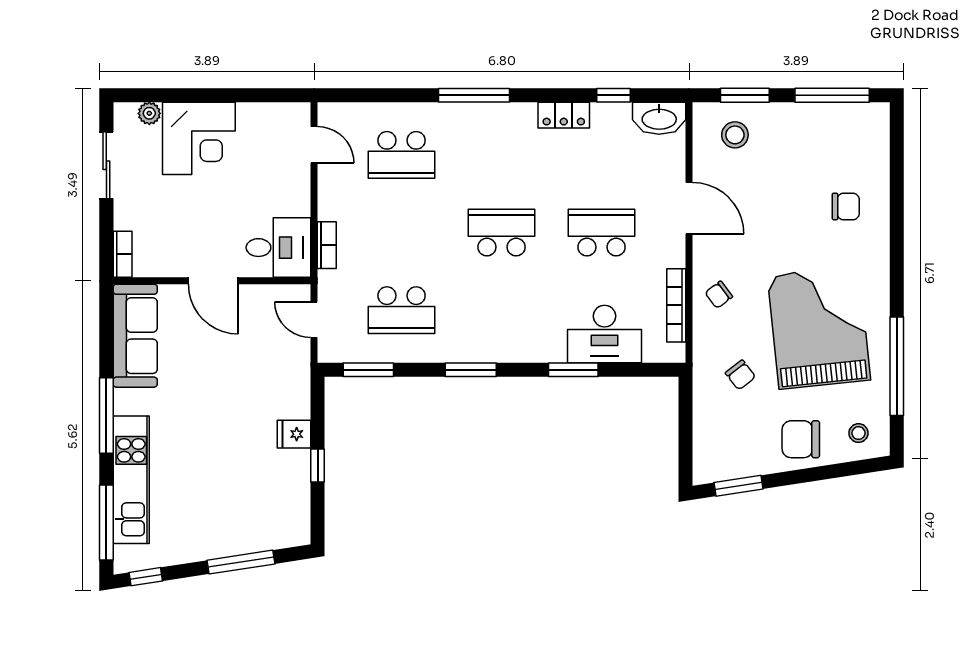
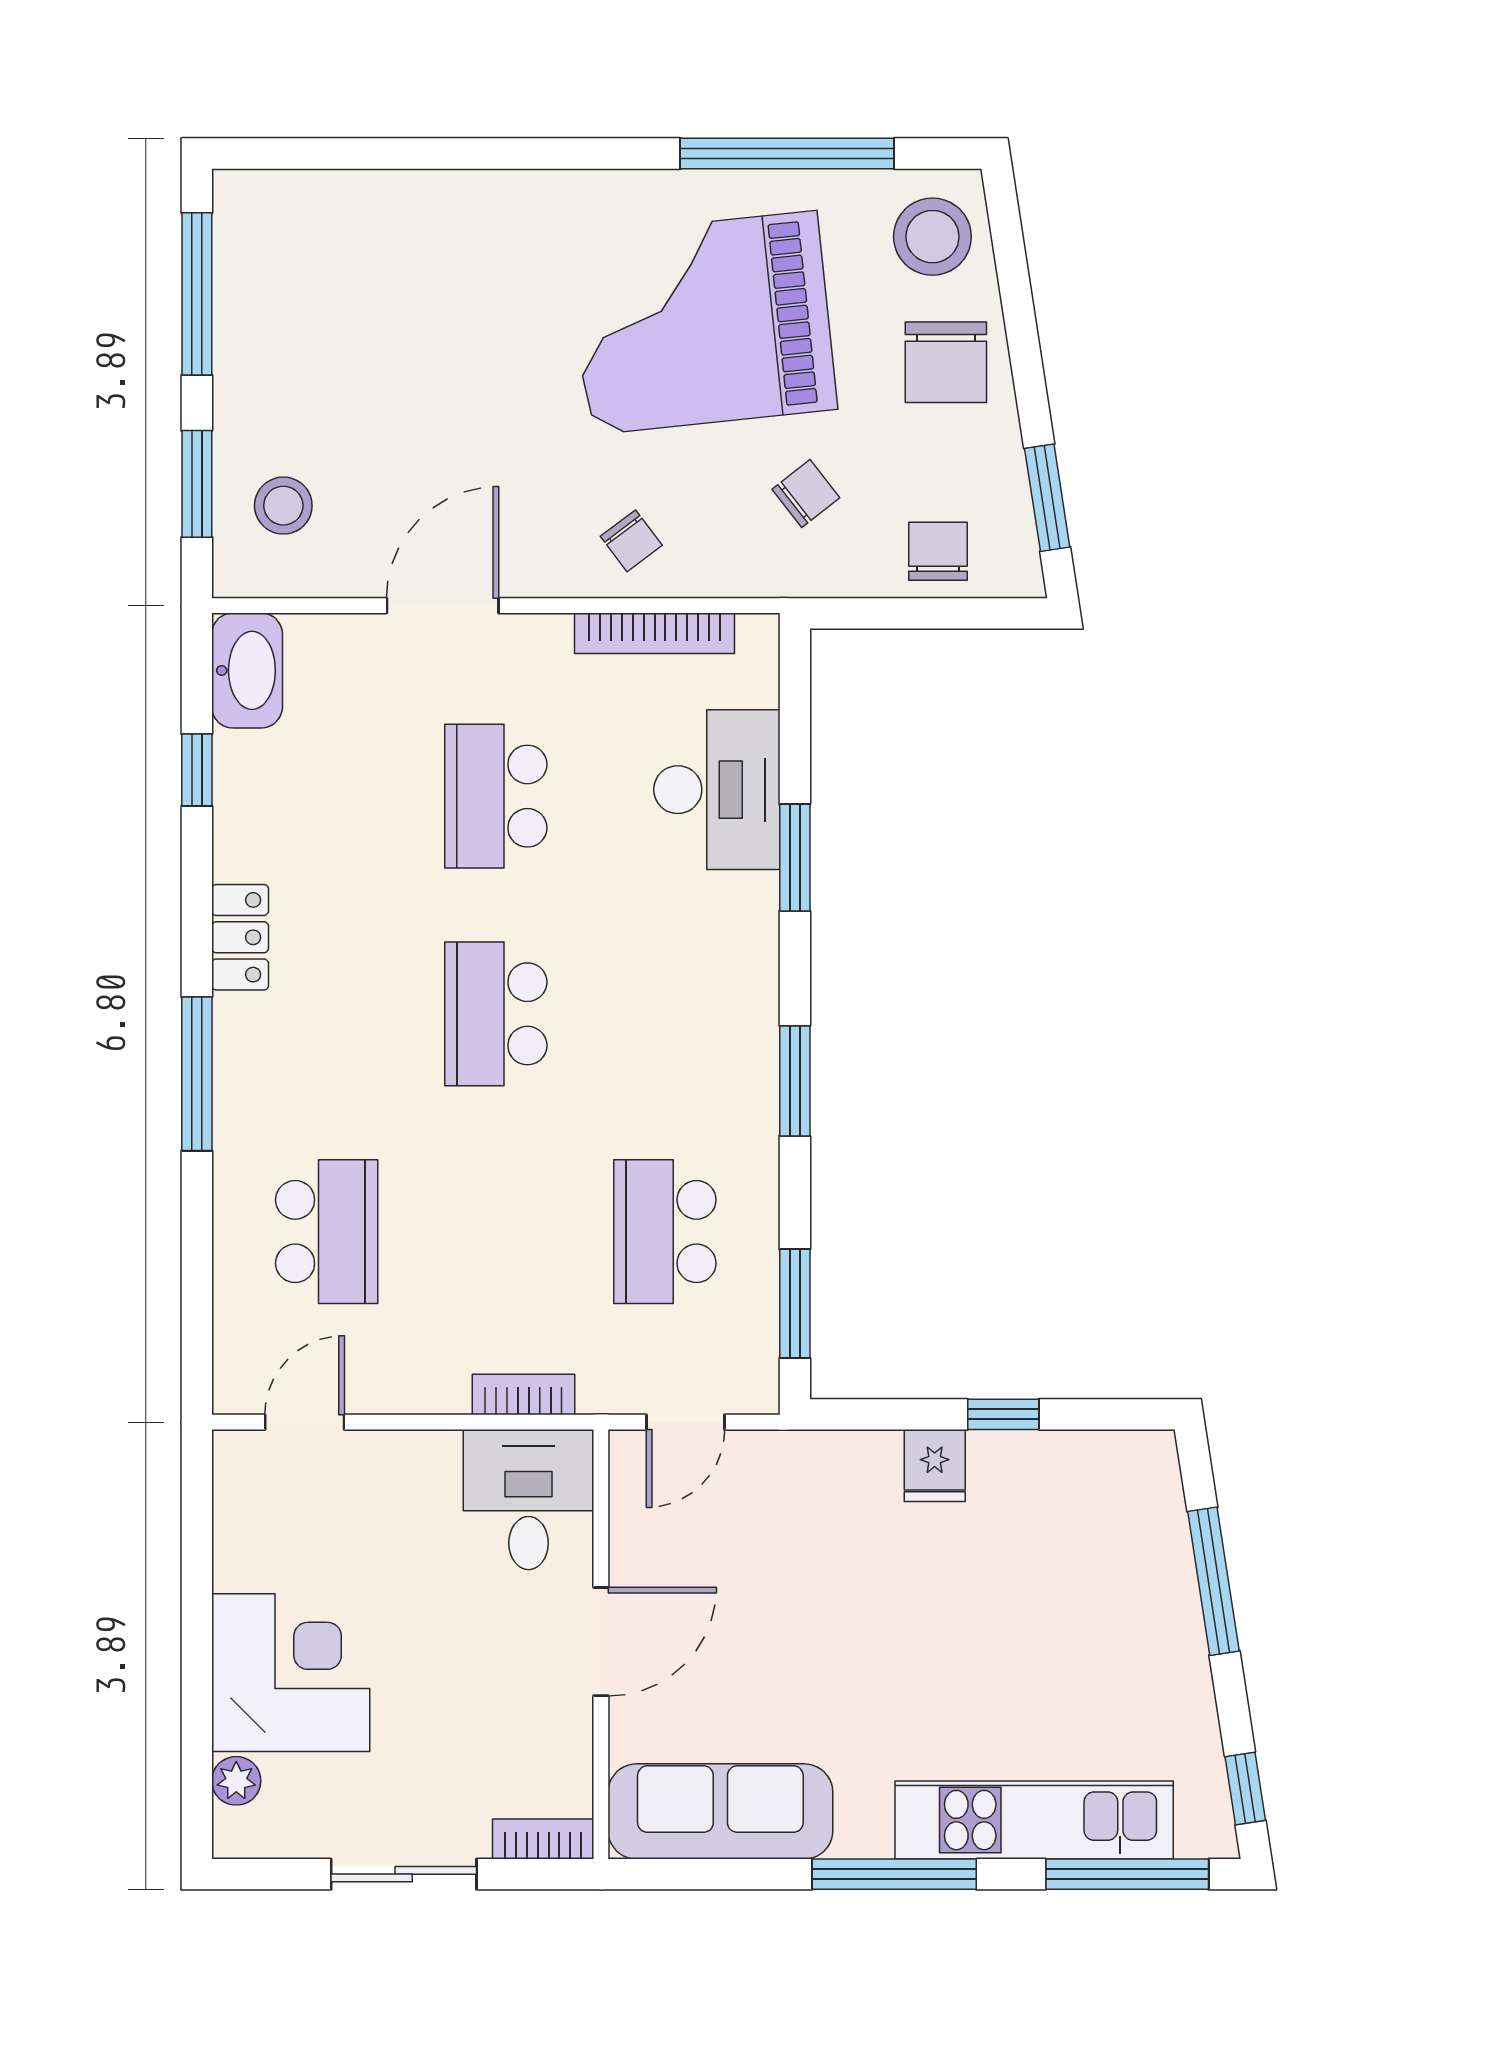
locker: (564, 115) -> (240, 937), moved
sliding door: (106, 165) -> (404, 1874), moved
chair: (846, 206) -> (938, 551), moved
school desk: (402, 310) -> (665, 1232), turned 180
stool: (858, 433) -> (932, 237), width x1.89, depth x1.89

